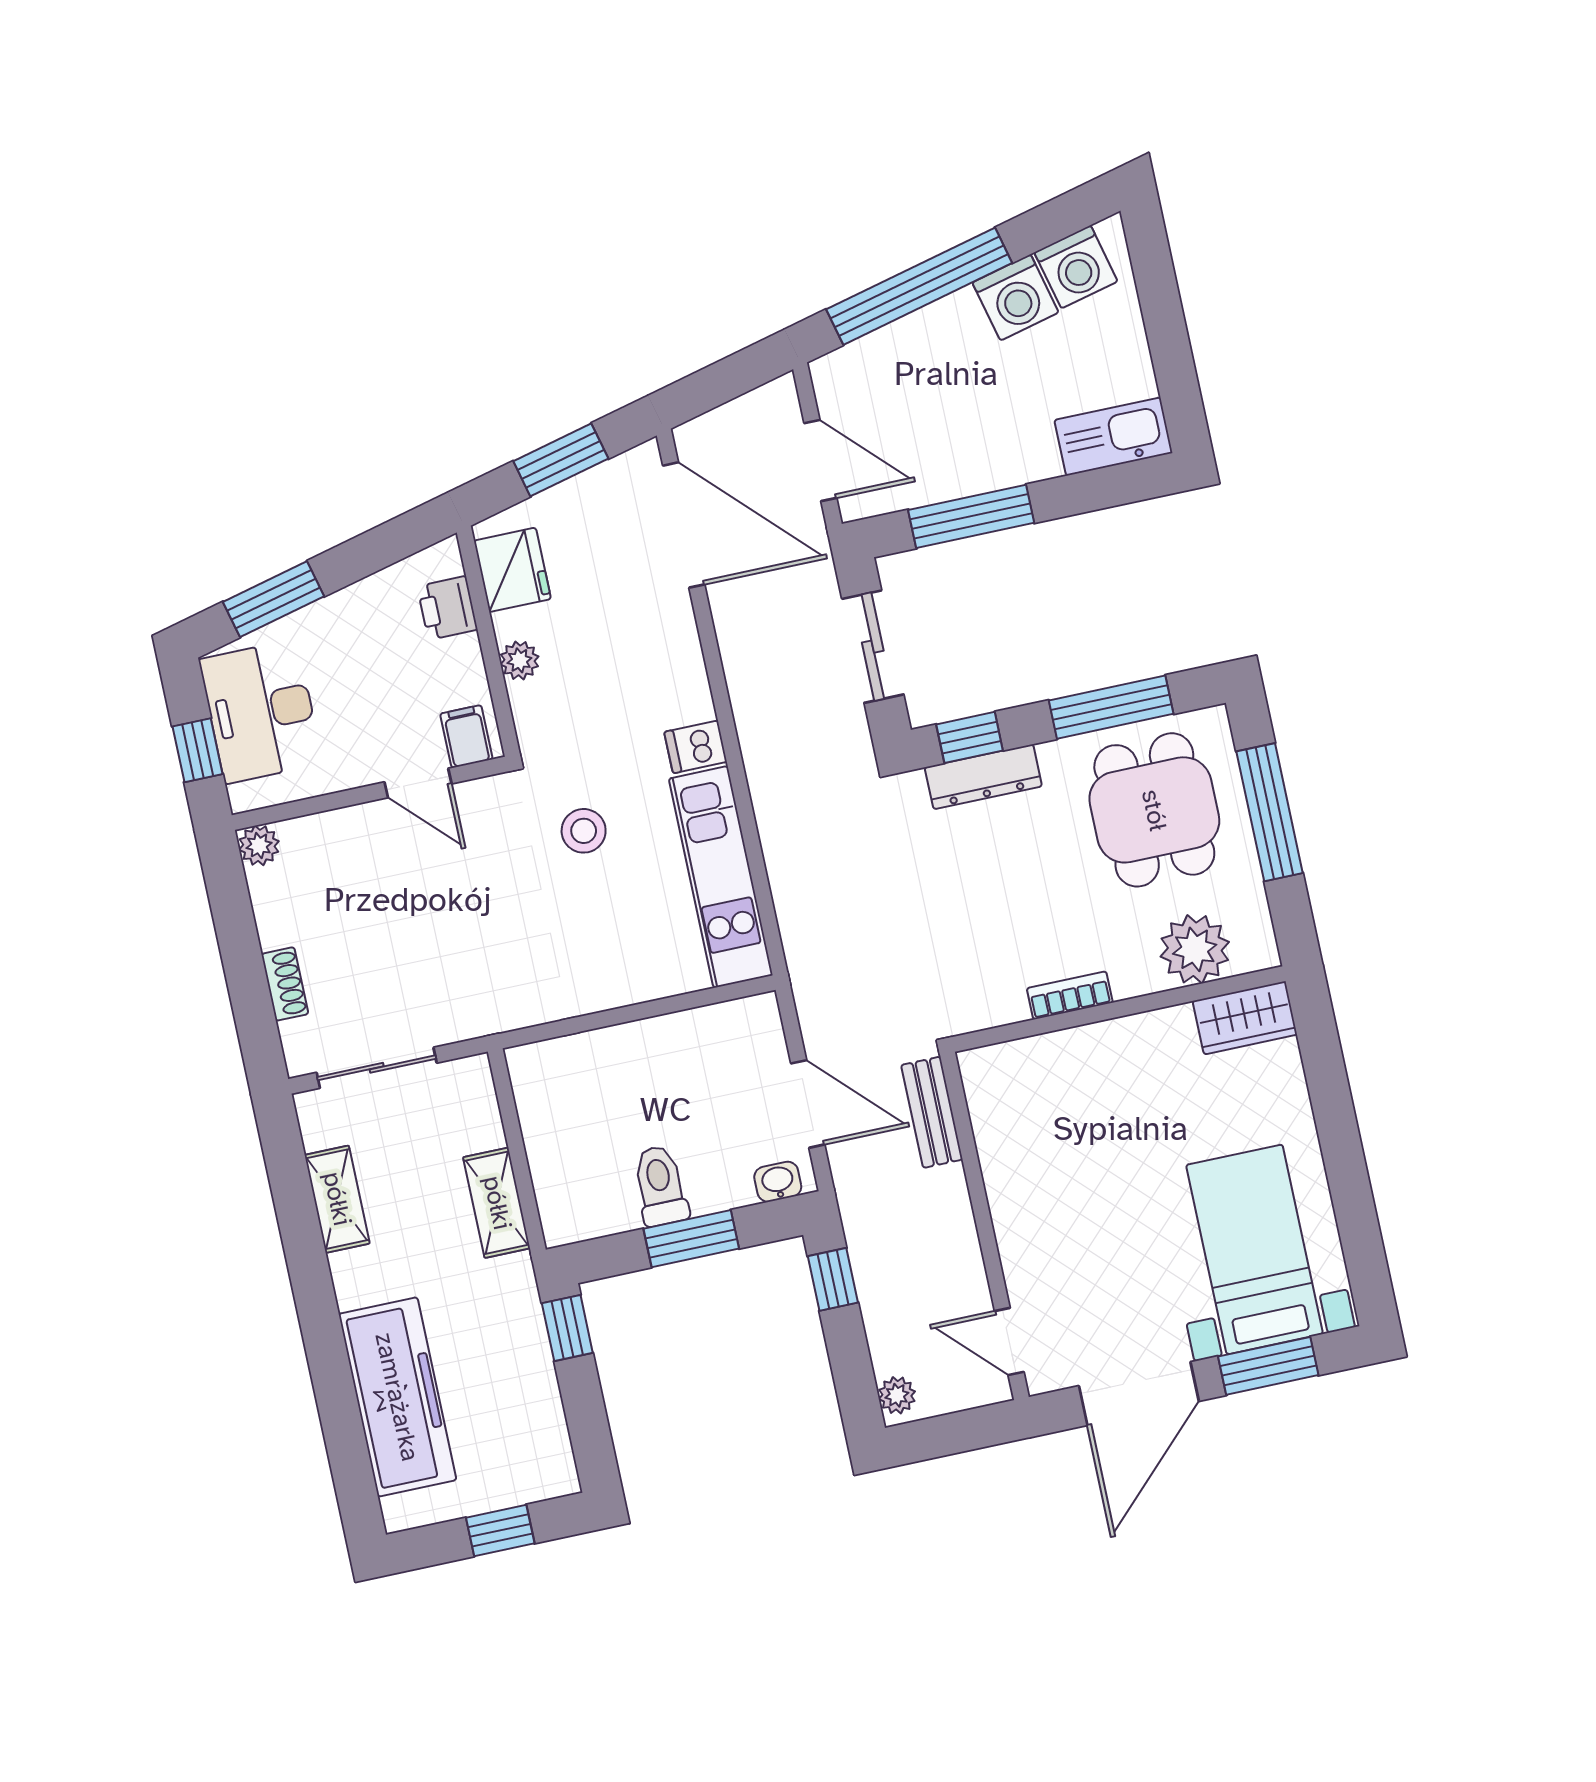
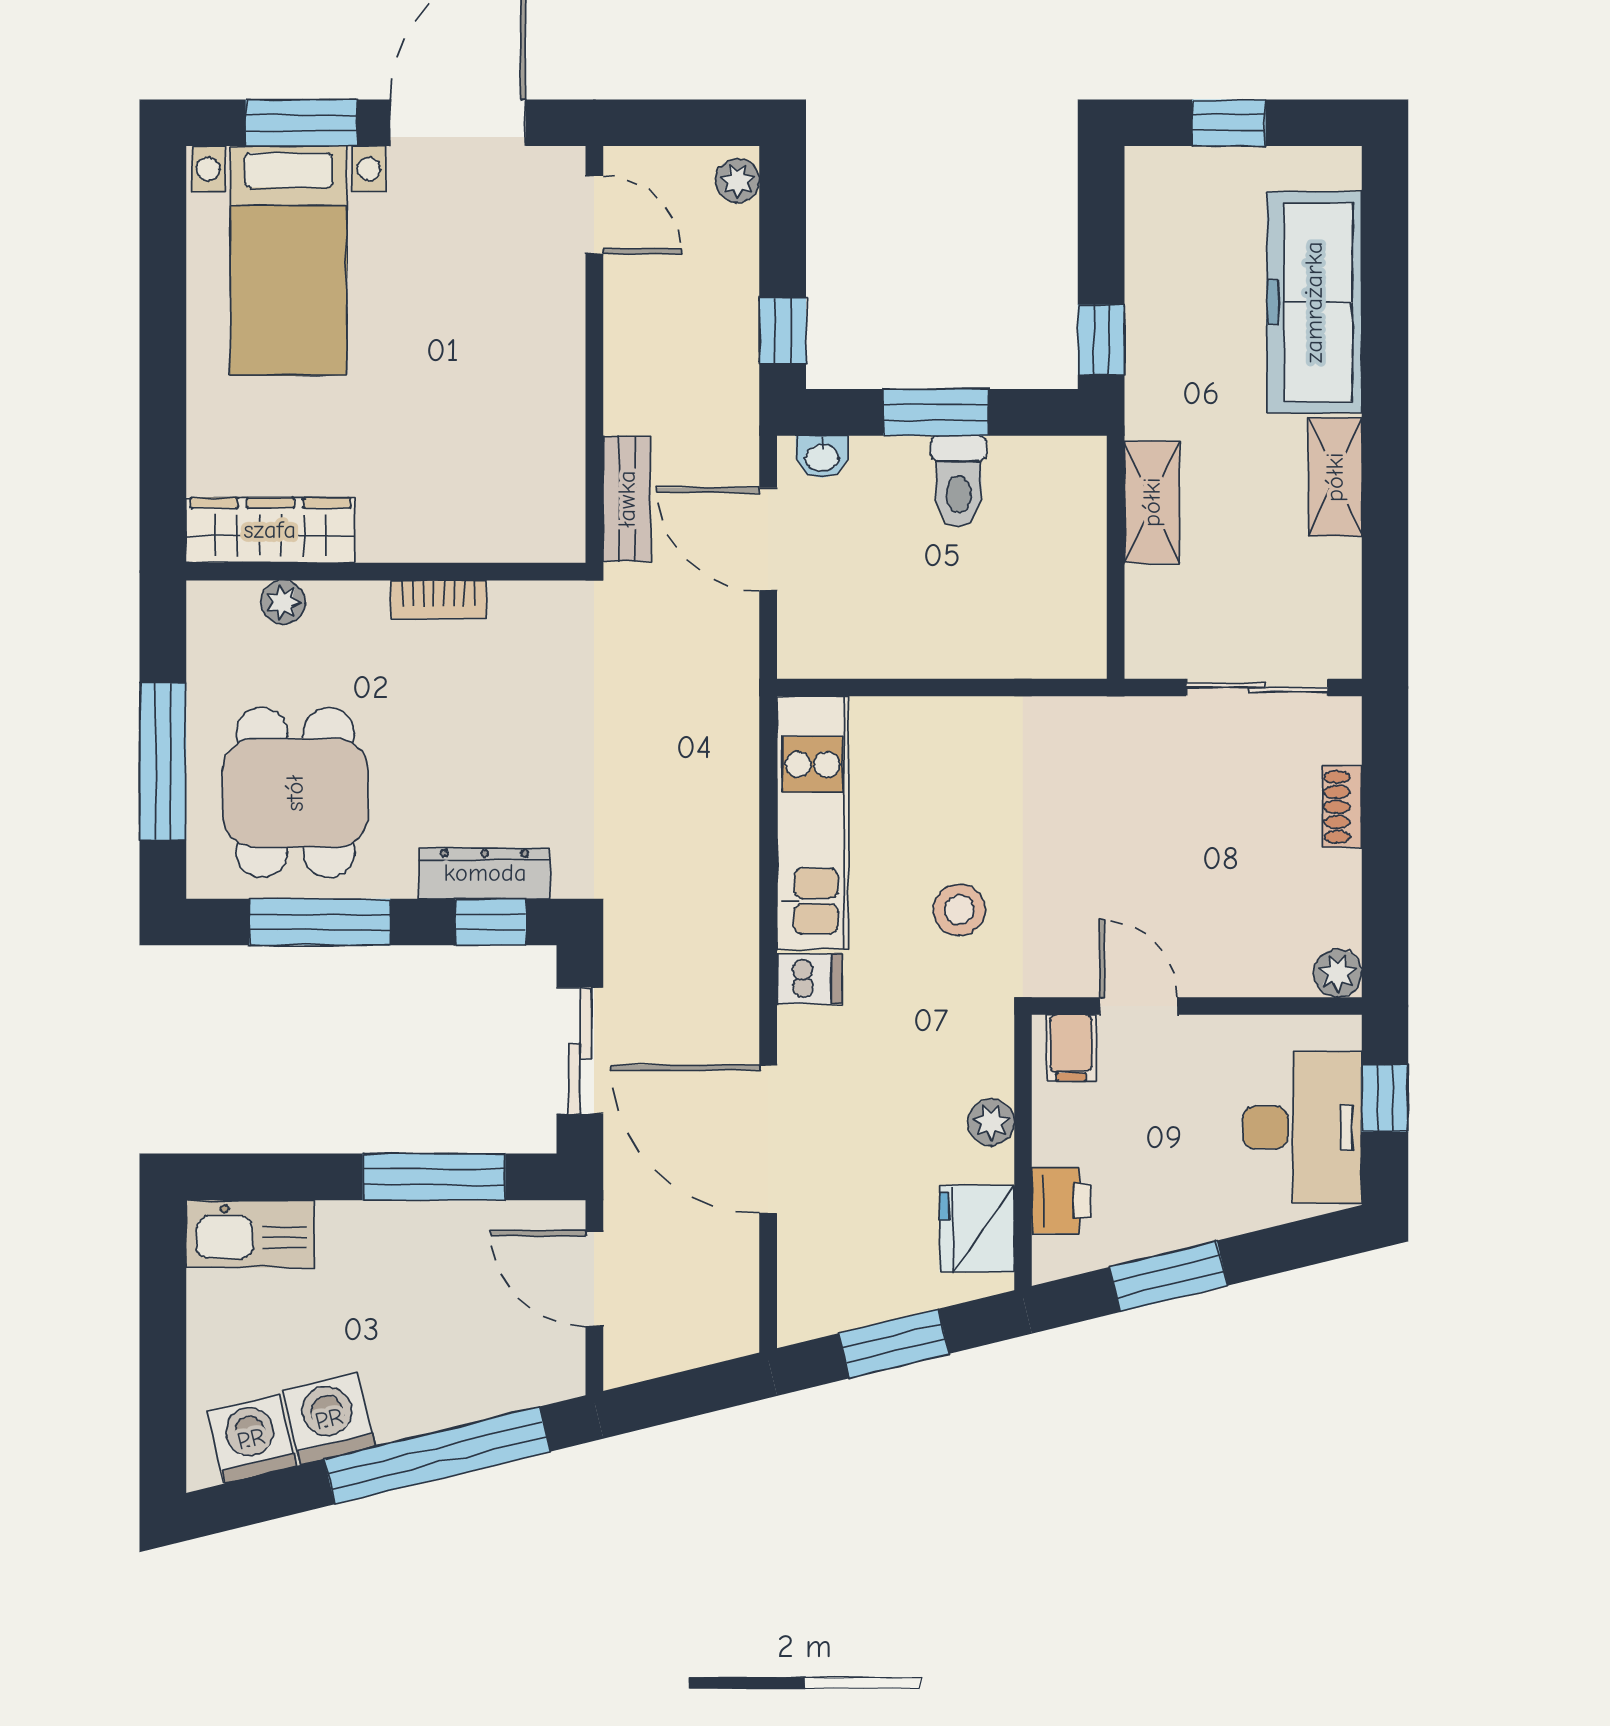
door: (684, 525) -> (768, 1139), moved
window: (274, 599) -> (1169, 1276), moved
plant: (1195, 949) -> (283, 602), width x0.53, depth x0.53
wardrobe: (1245, 1018) -> (270, 530), width x1.50
shelving: (337, 1199) -> (1335, 477), moved

